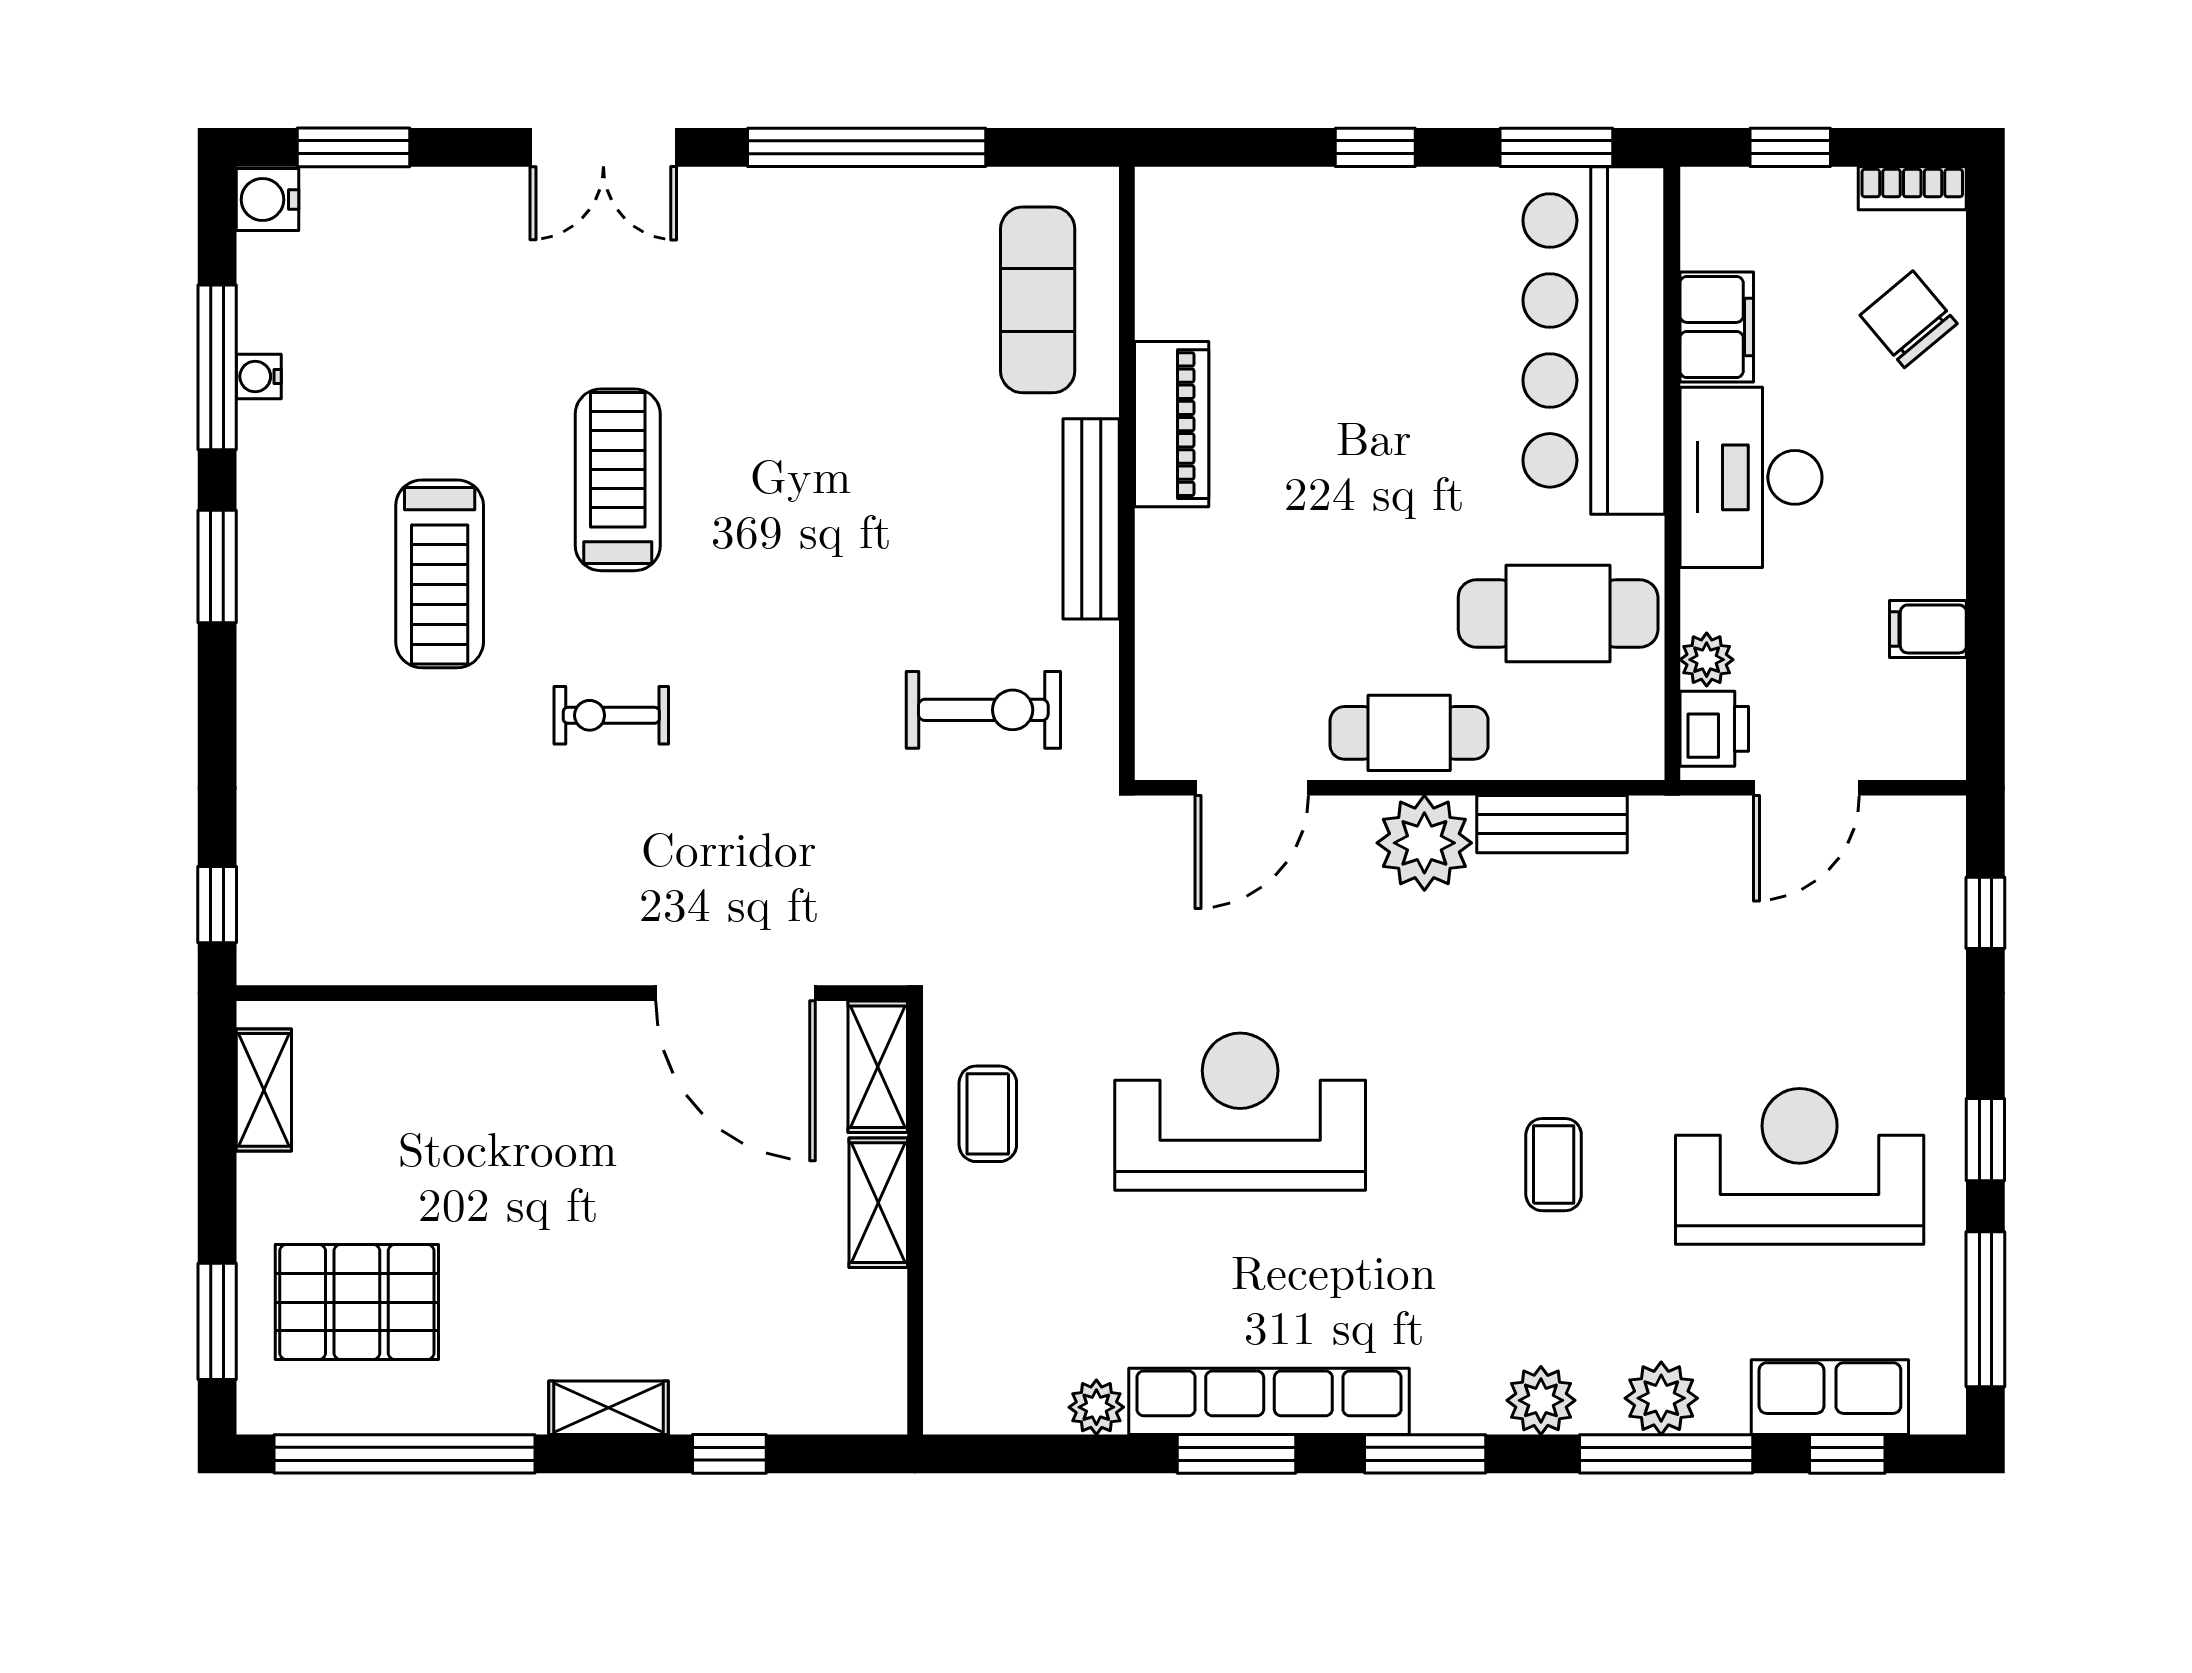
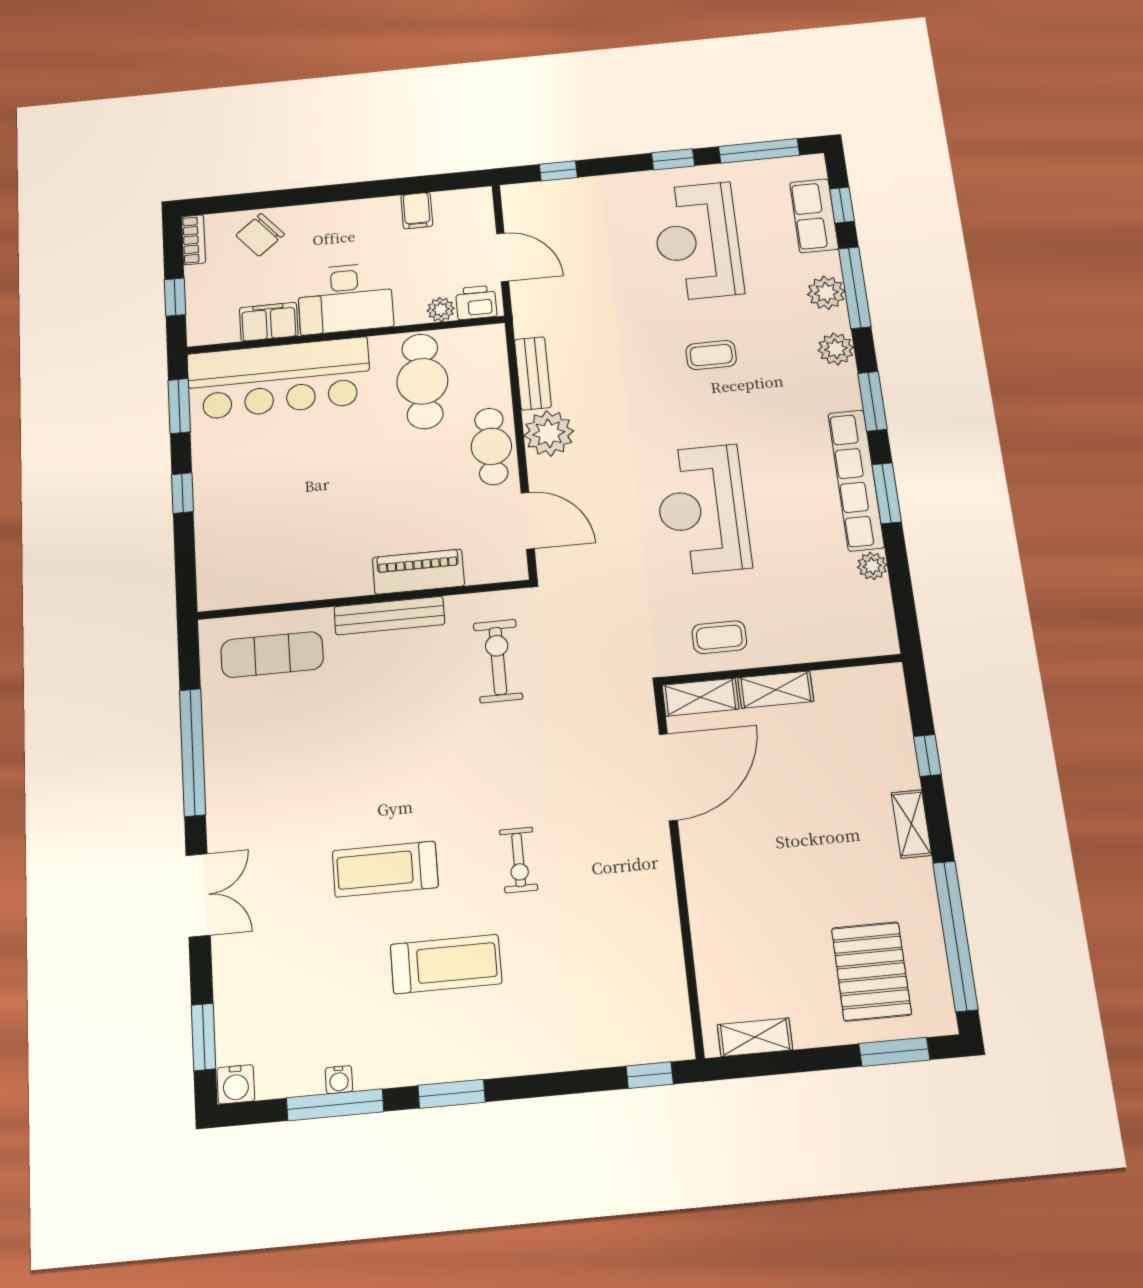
piano: (1172, 424) -> (418, 572), moved

